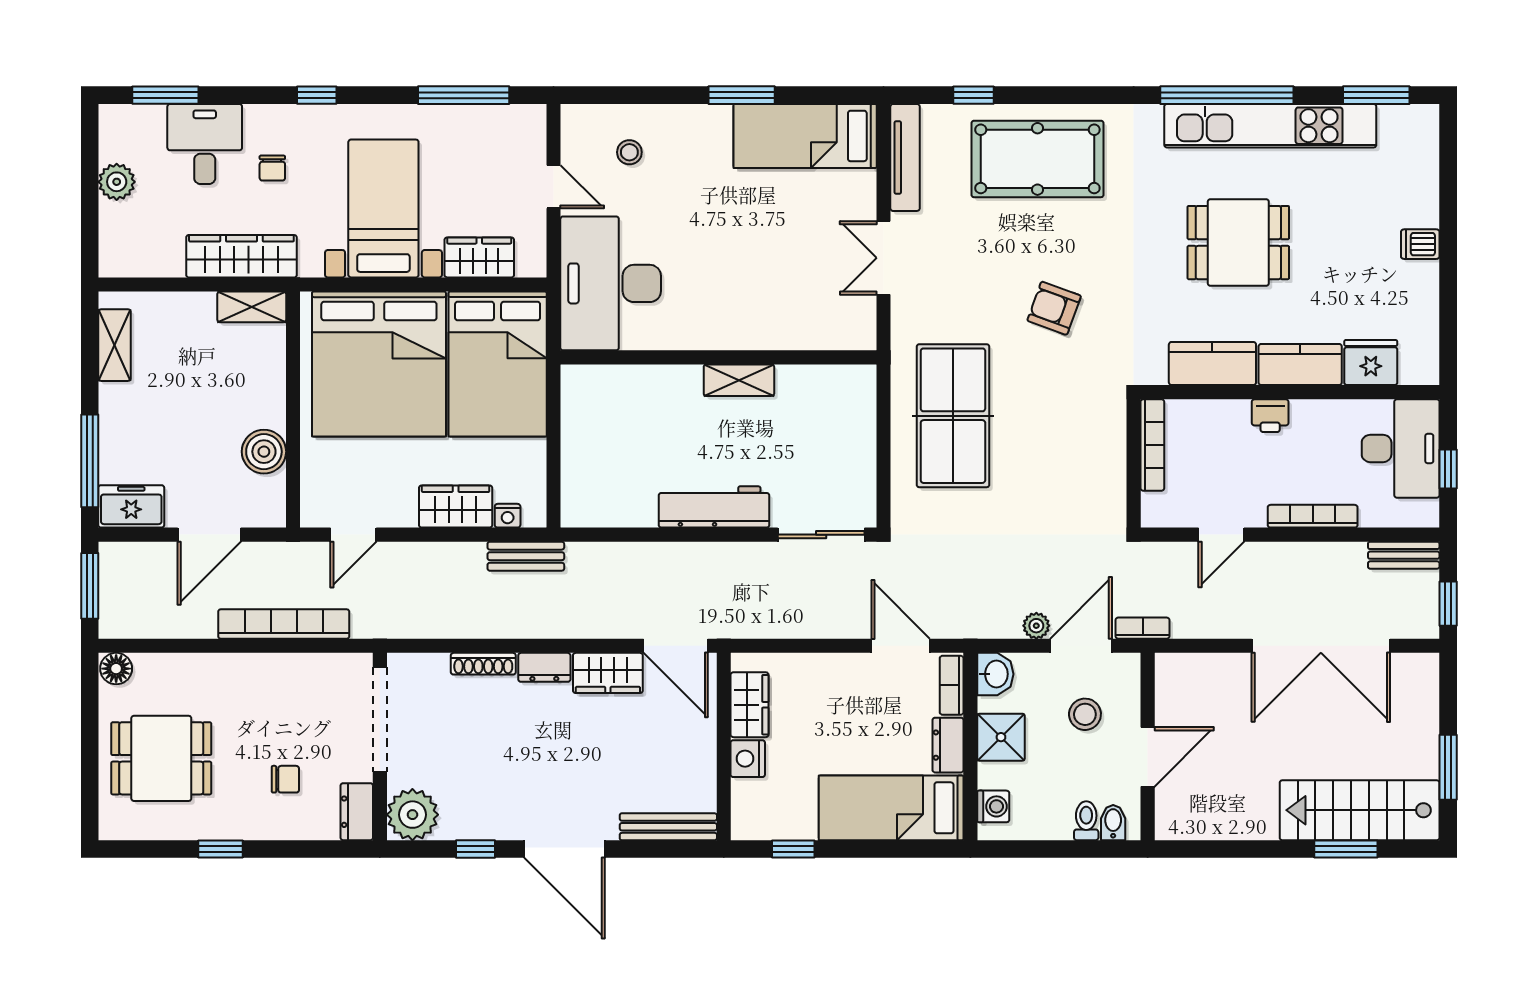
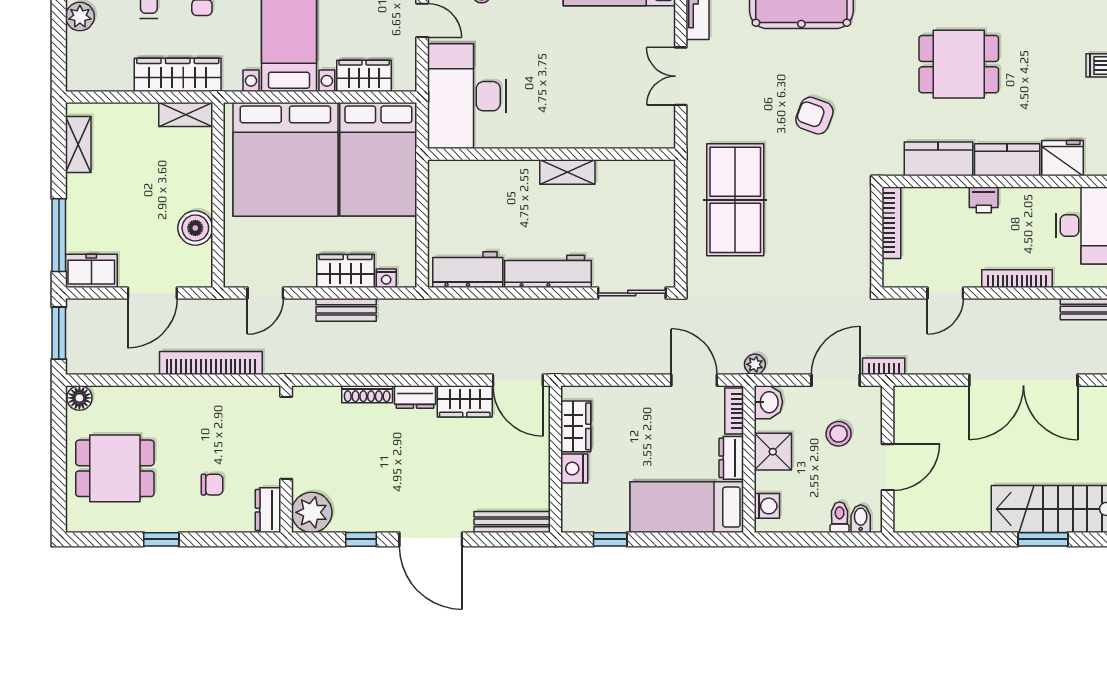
workbench: (612, 505) -> (468, 270), added
bench: (526, 556) -> (346, 310), moved
plant: (1036, 626) -> (755, 364), moved

